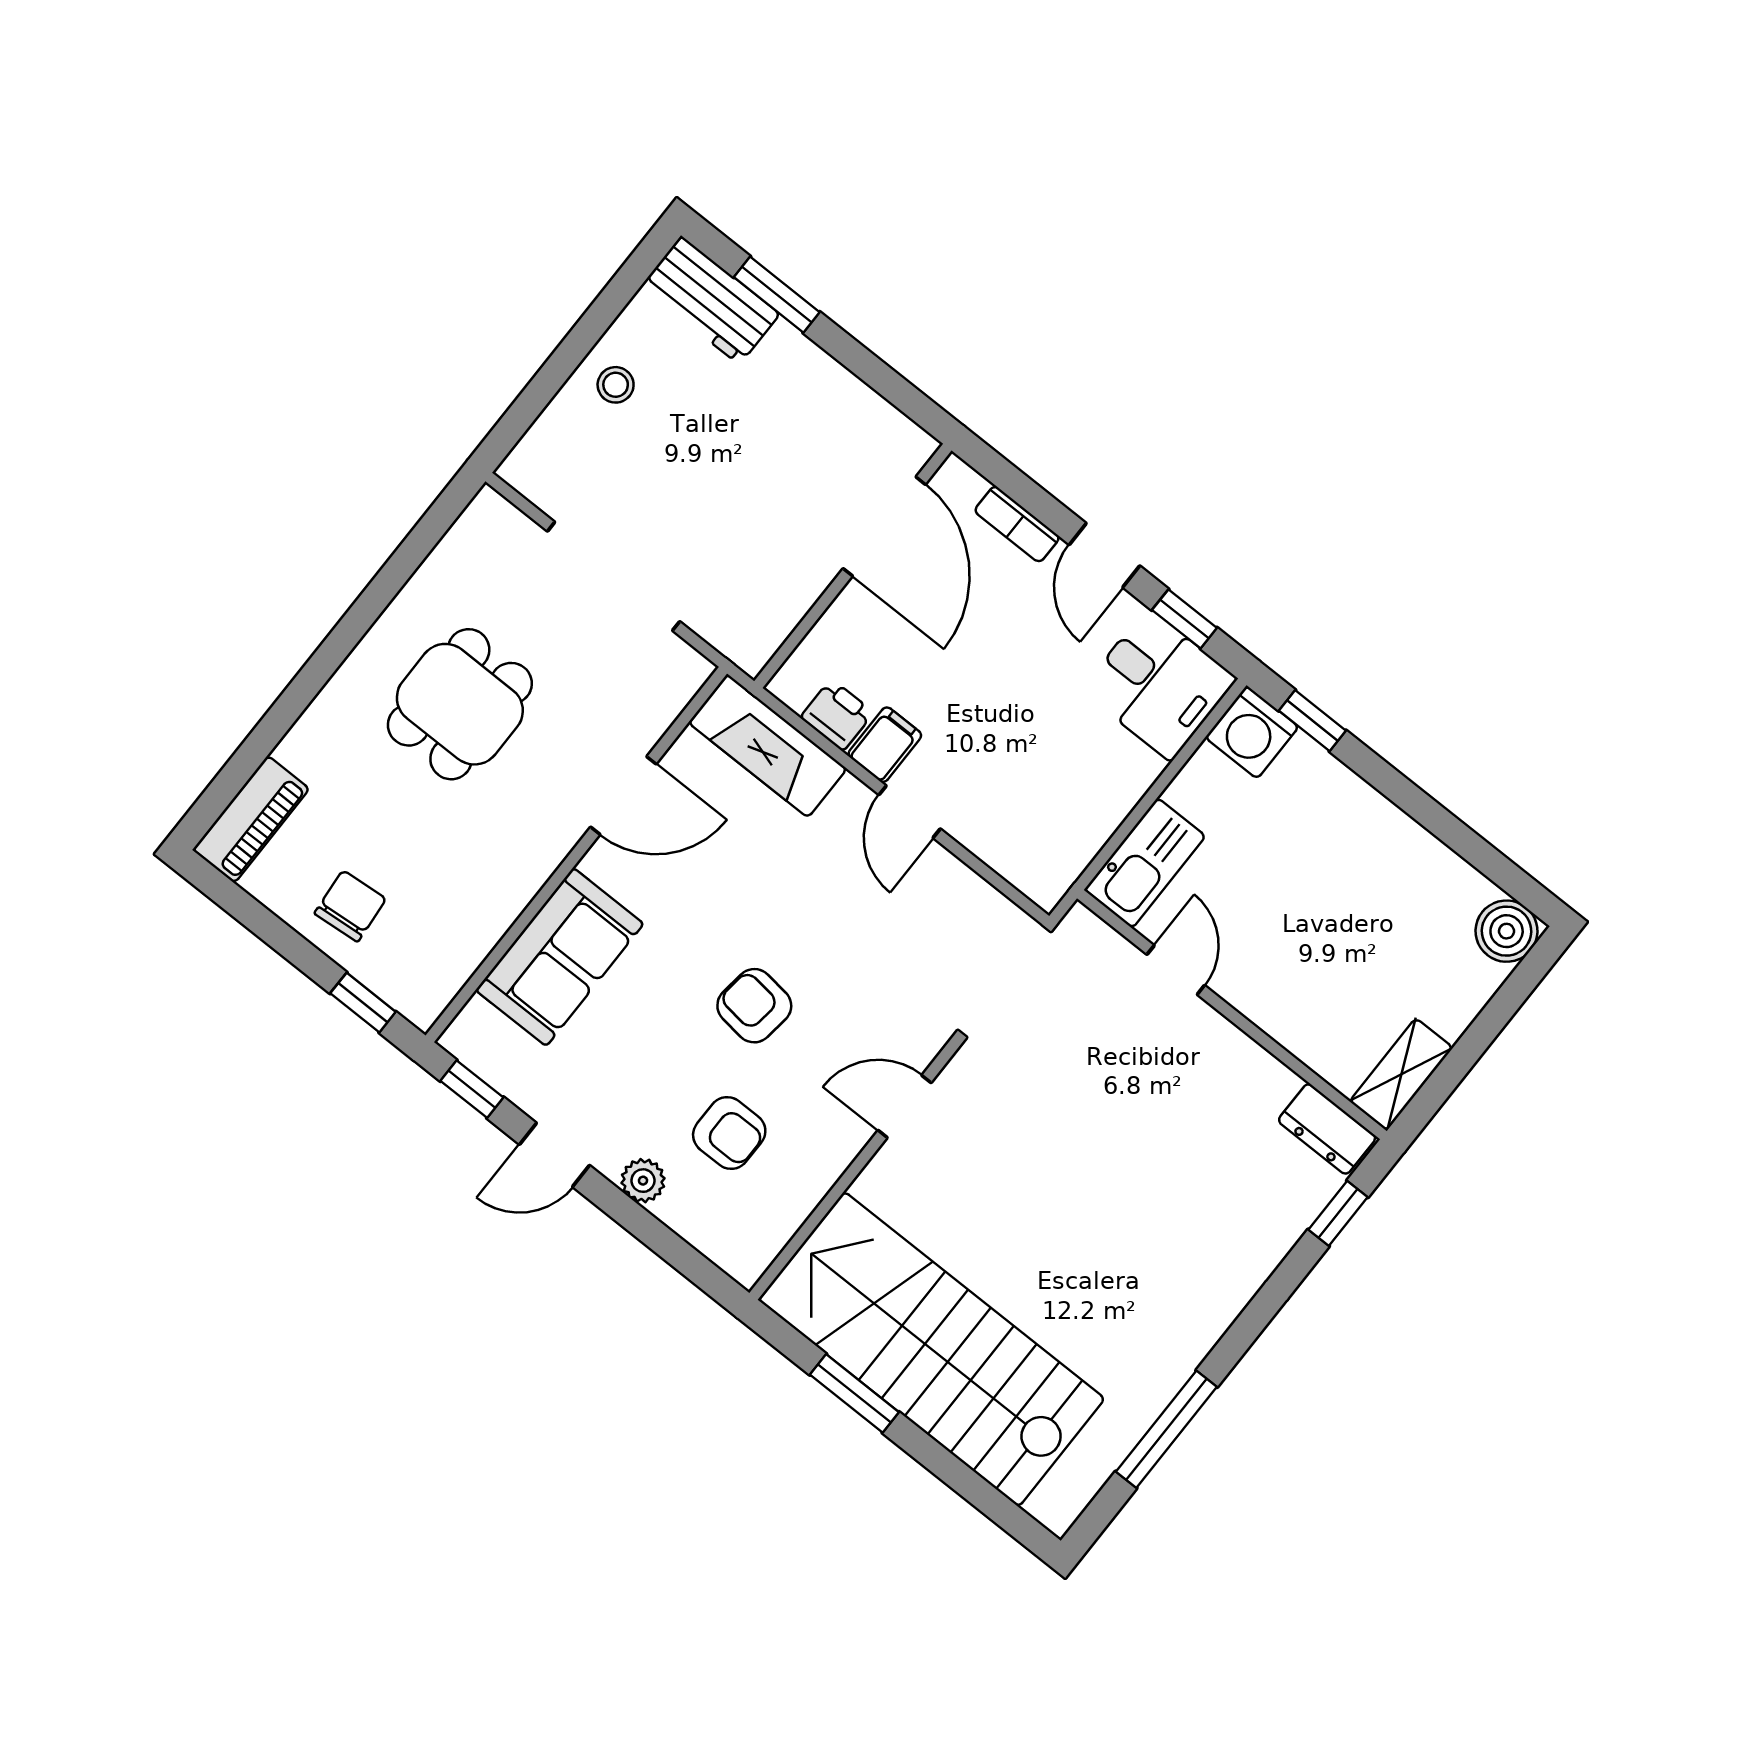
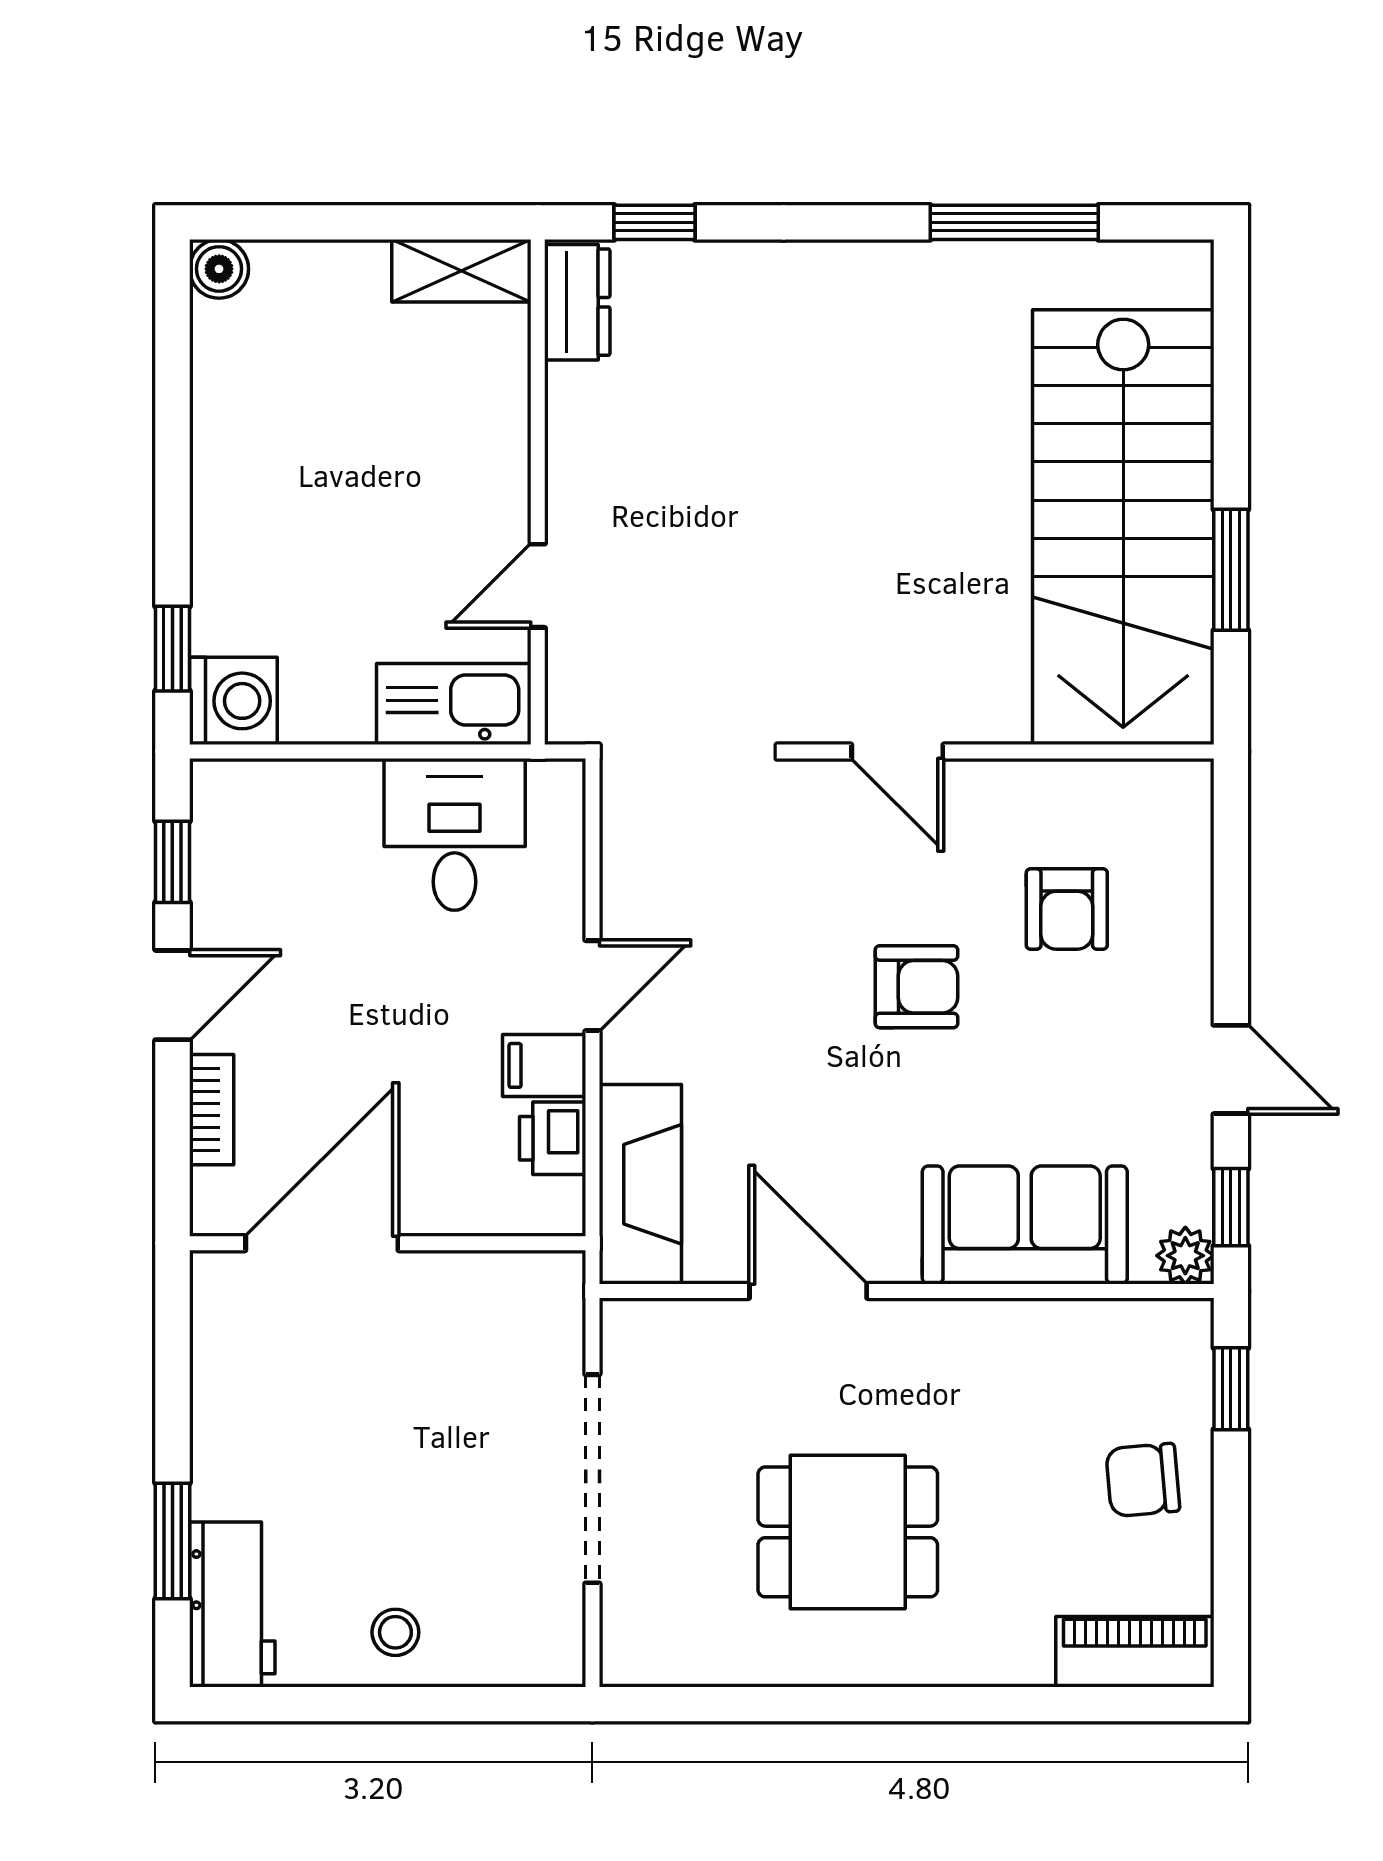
desk: (1159, 684) -> (455, 834), moved
boiler: (1507, 931) -> (219, 269), width x0.73, depth x0.73
armchair: (754, 1006) -> (916, 987), turned -97
armchair: (729, 1133) -> (1067, 909), turned 180
plant: (643, 1181) -> (1185, 1256), moved

